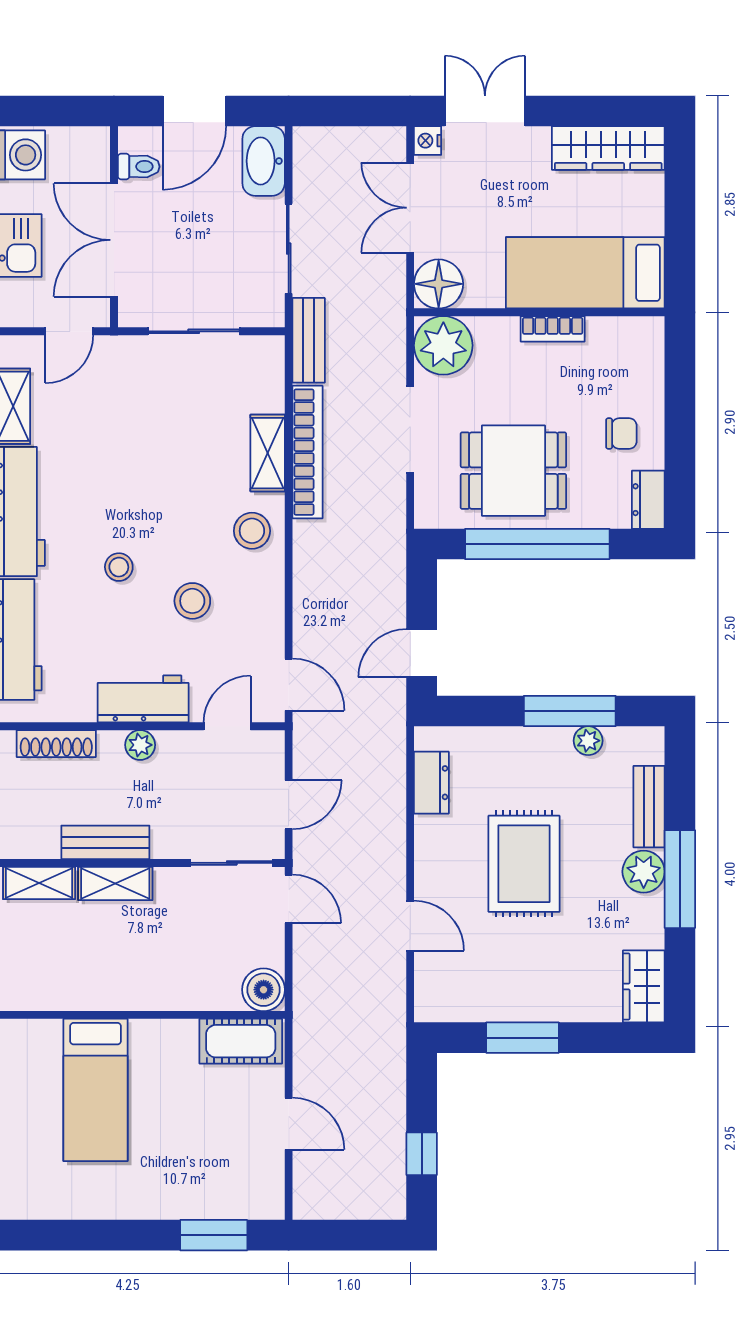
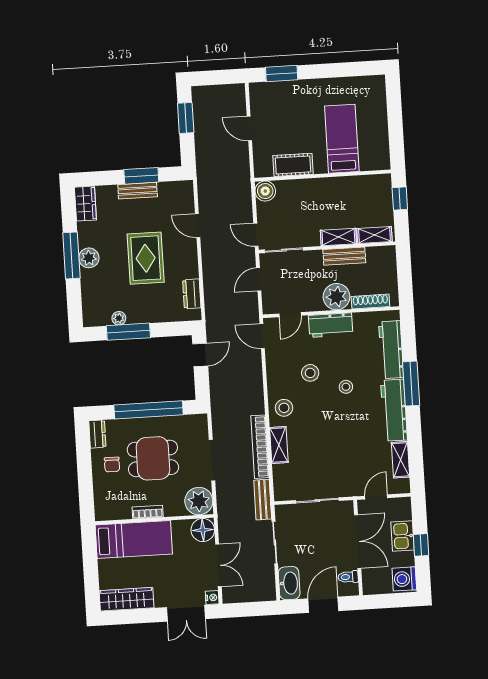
chair: (621, 433) -> (112, 465), turned -90
dining table: (513, 471) -> (153, 458), moved
plant: (140, 745) -> (336, 297), width x1.88, depth x1.88
bench: (649, 807) -> (138, 191), moved, turned 90
cot: (241, 1041) -> (293, 165), moved
window: (422, 1154) -> (186, 118), width x1.50

